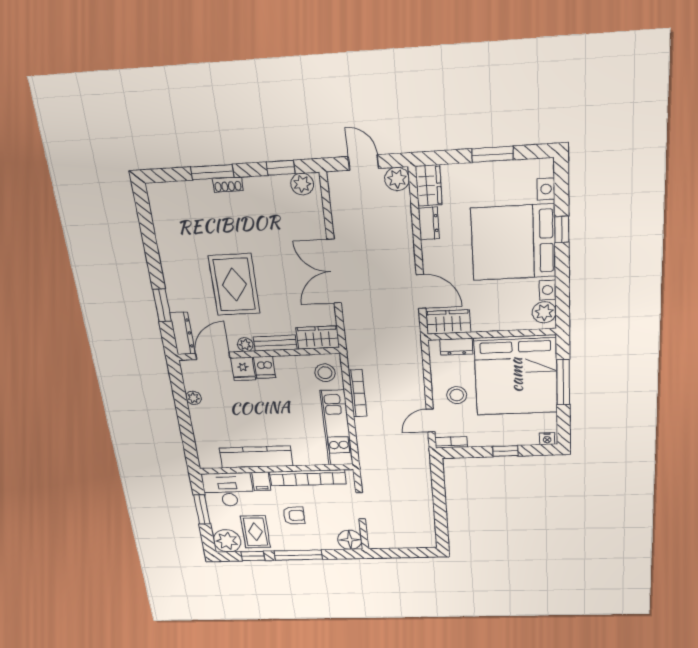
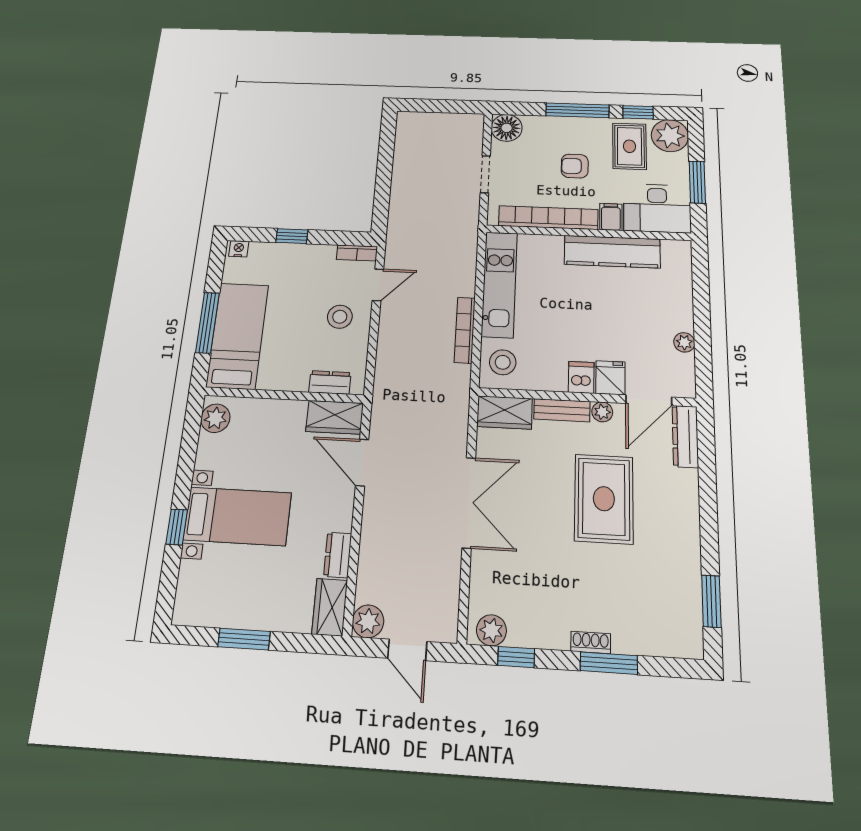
bed with nightstands: (513, 242) -> (237, 516), width x0.54
window: (162, 305) -> (711, 601), moved
bed: (516, 375) -> (237, 336), width x0.49

